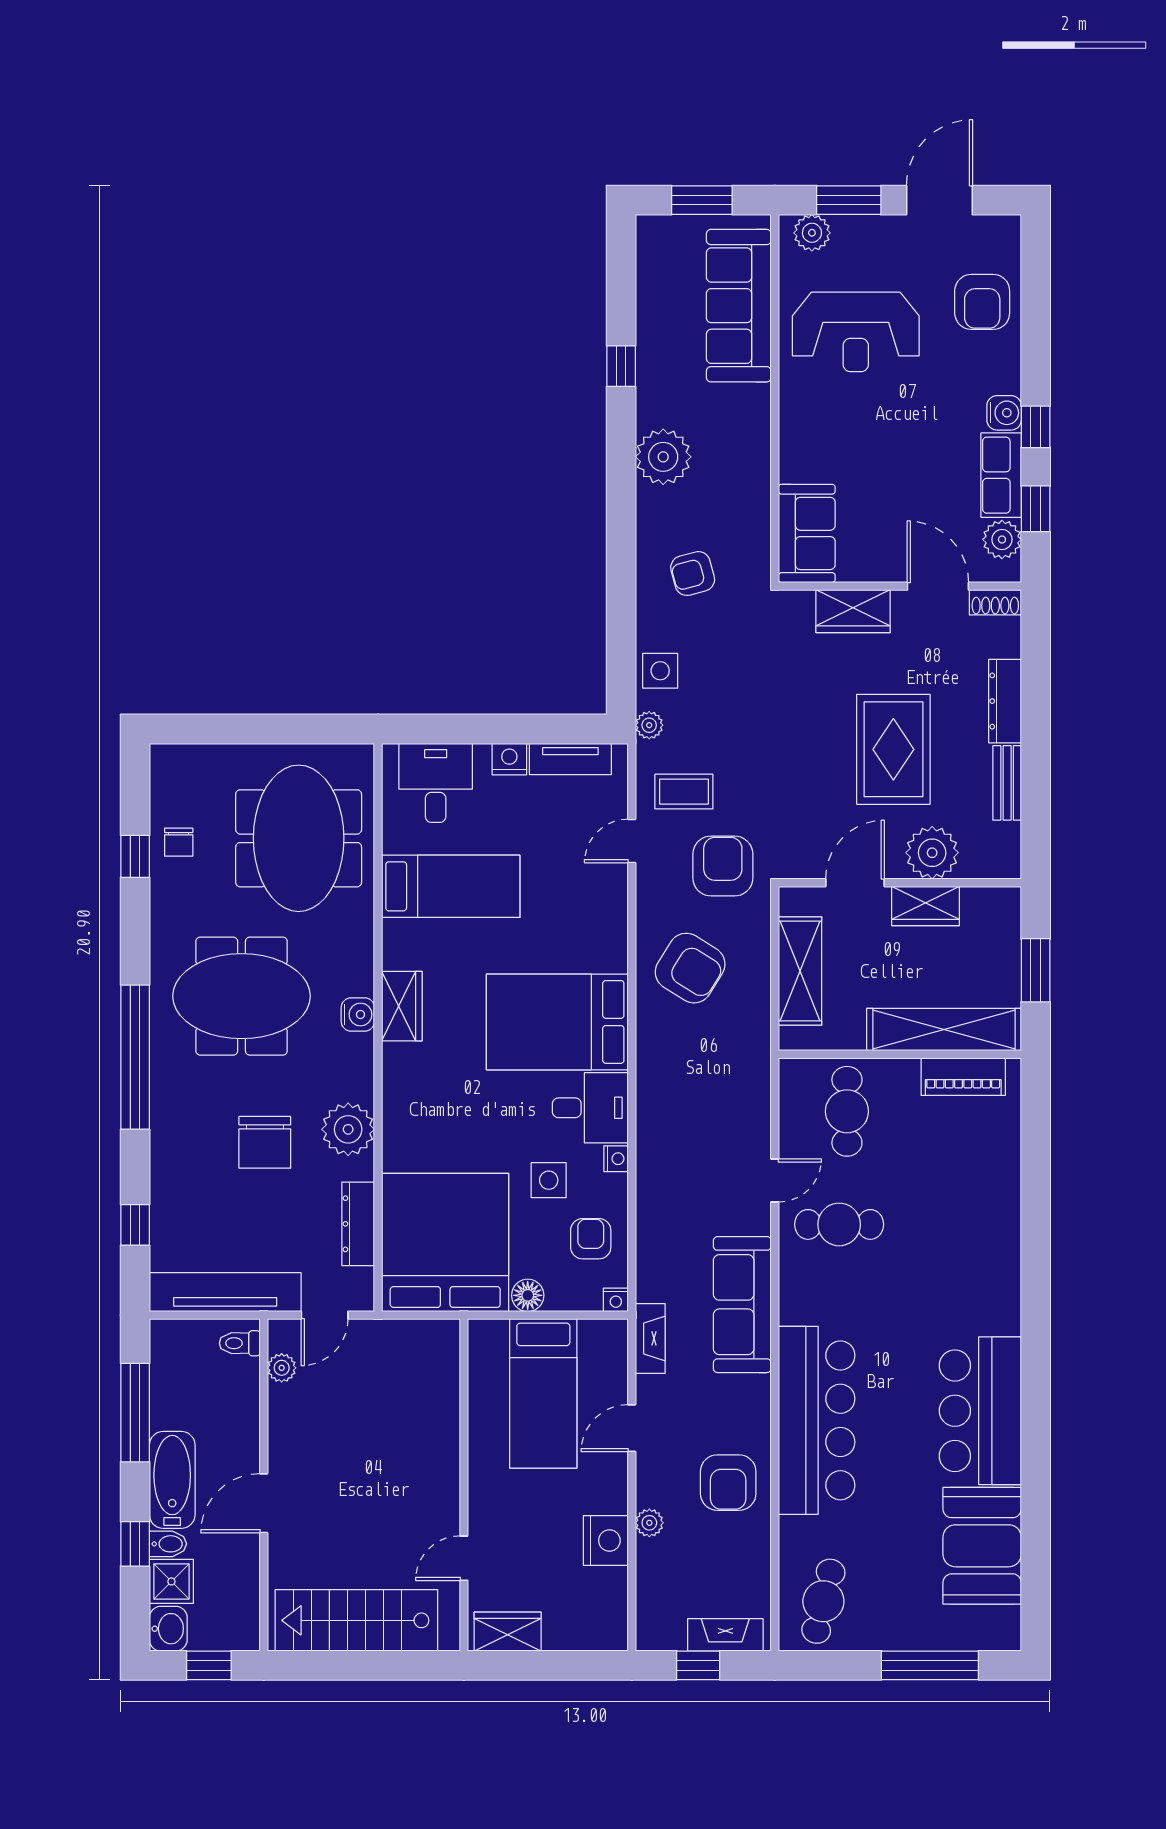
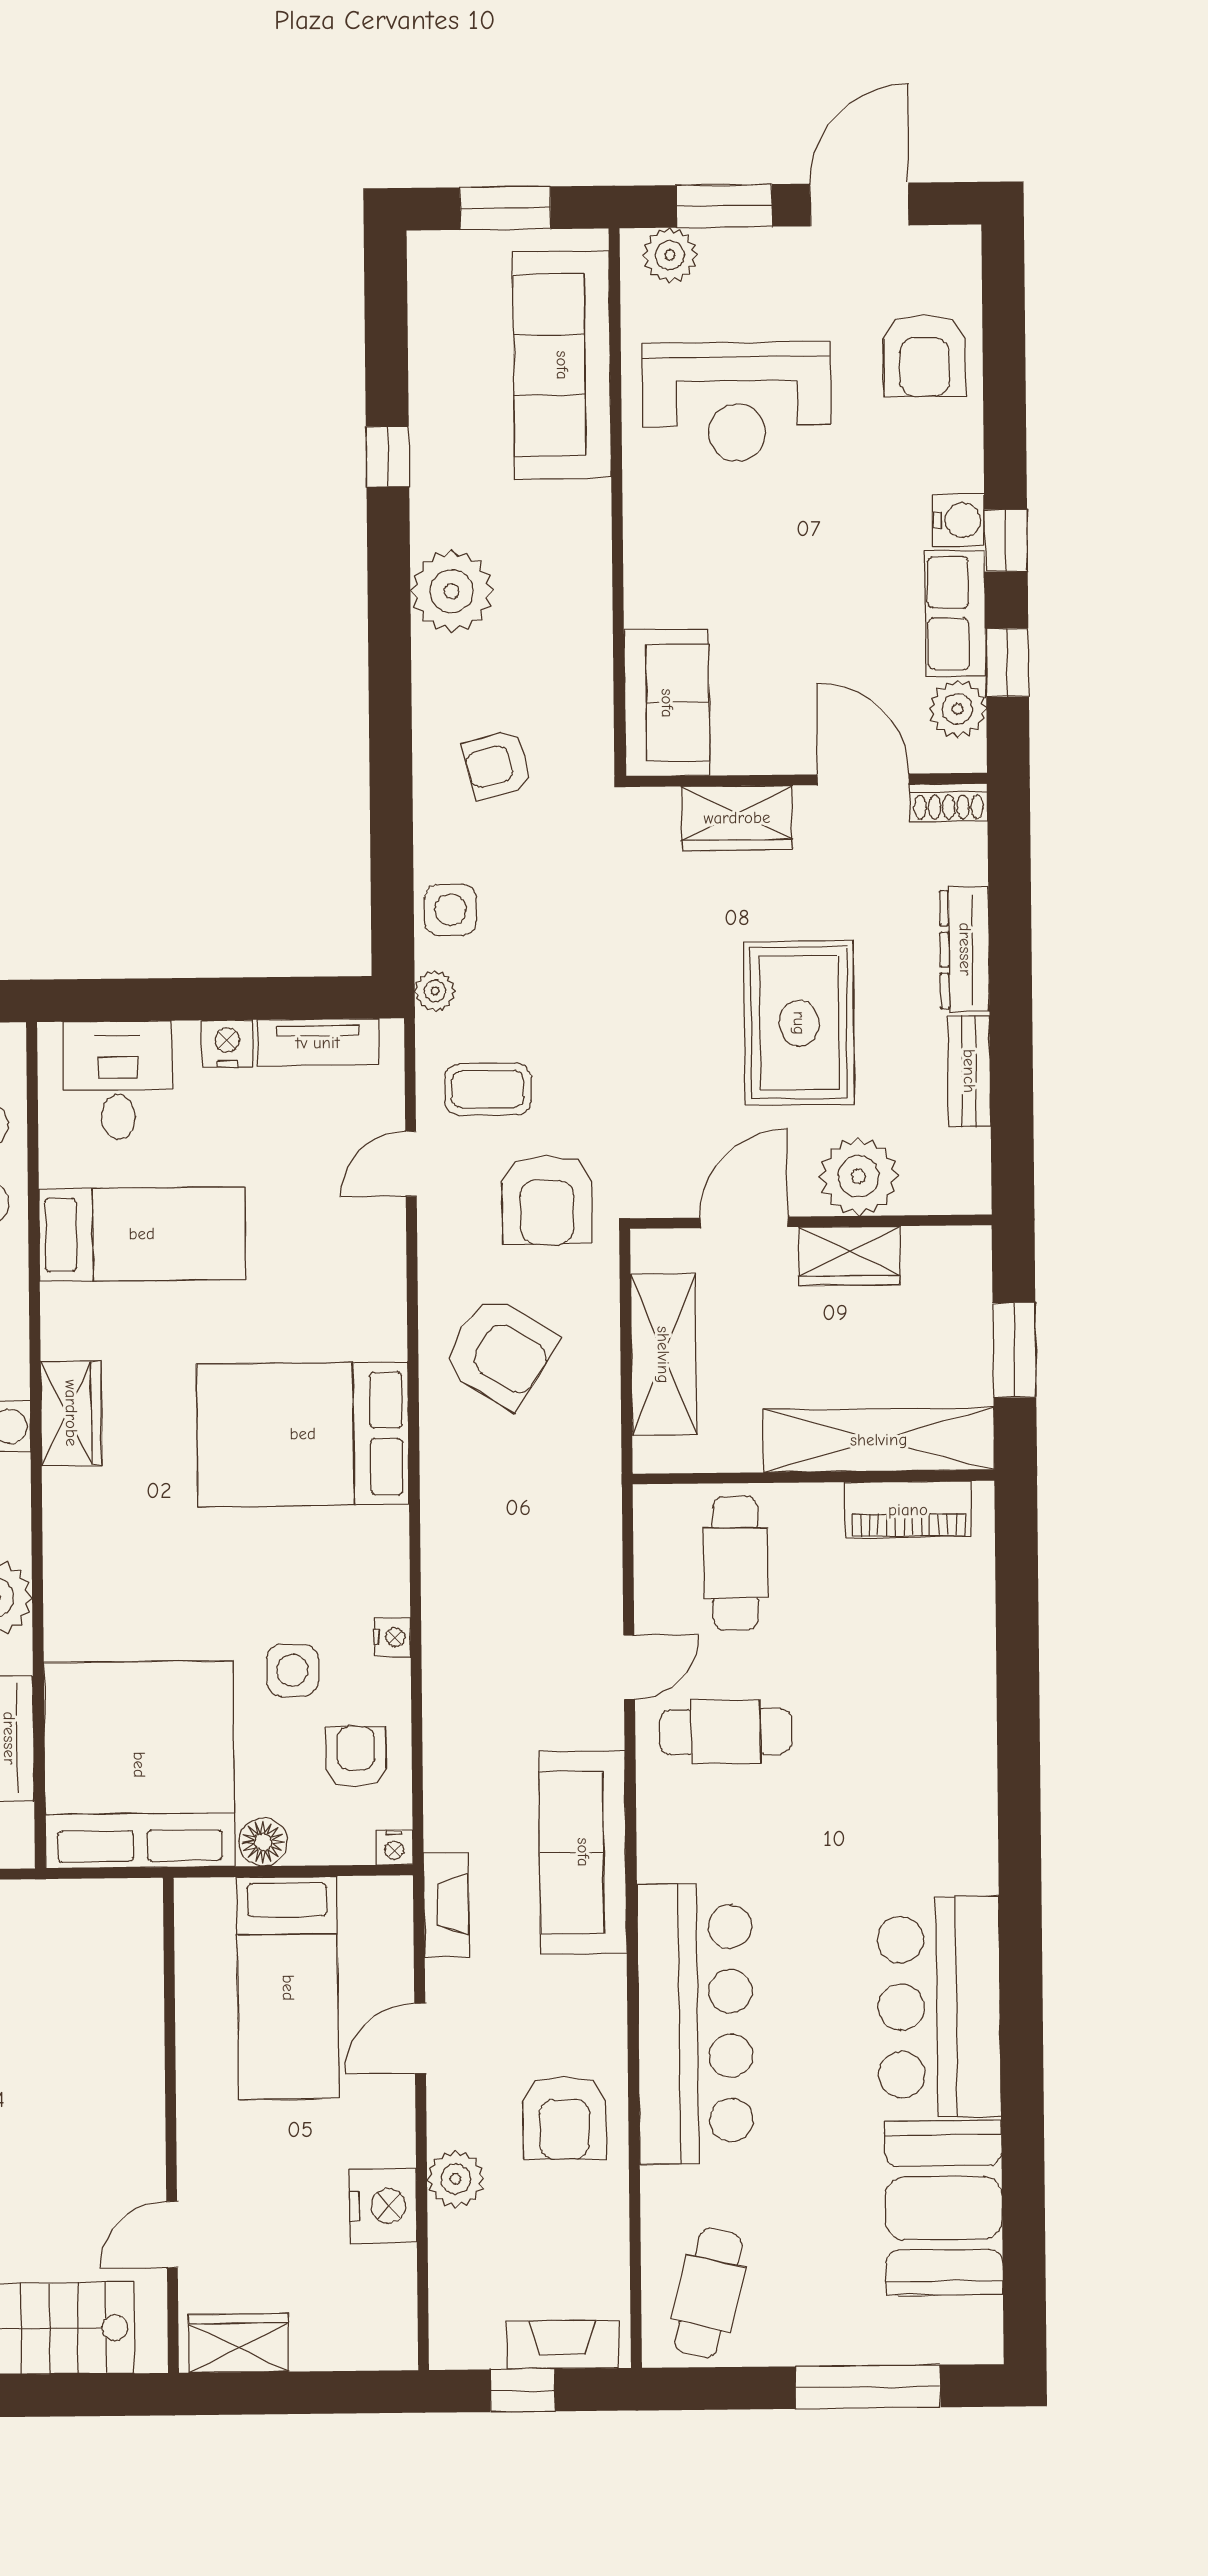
armchair: (723, 866) -> (547, 1200), turned 180
desk: (590, 1108) -> (353, 1562), removed
plant: (649, 1523) -> (456, 2179), width x1.38, depth x1.38

